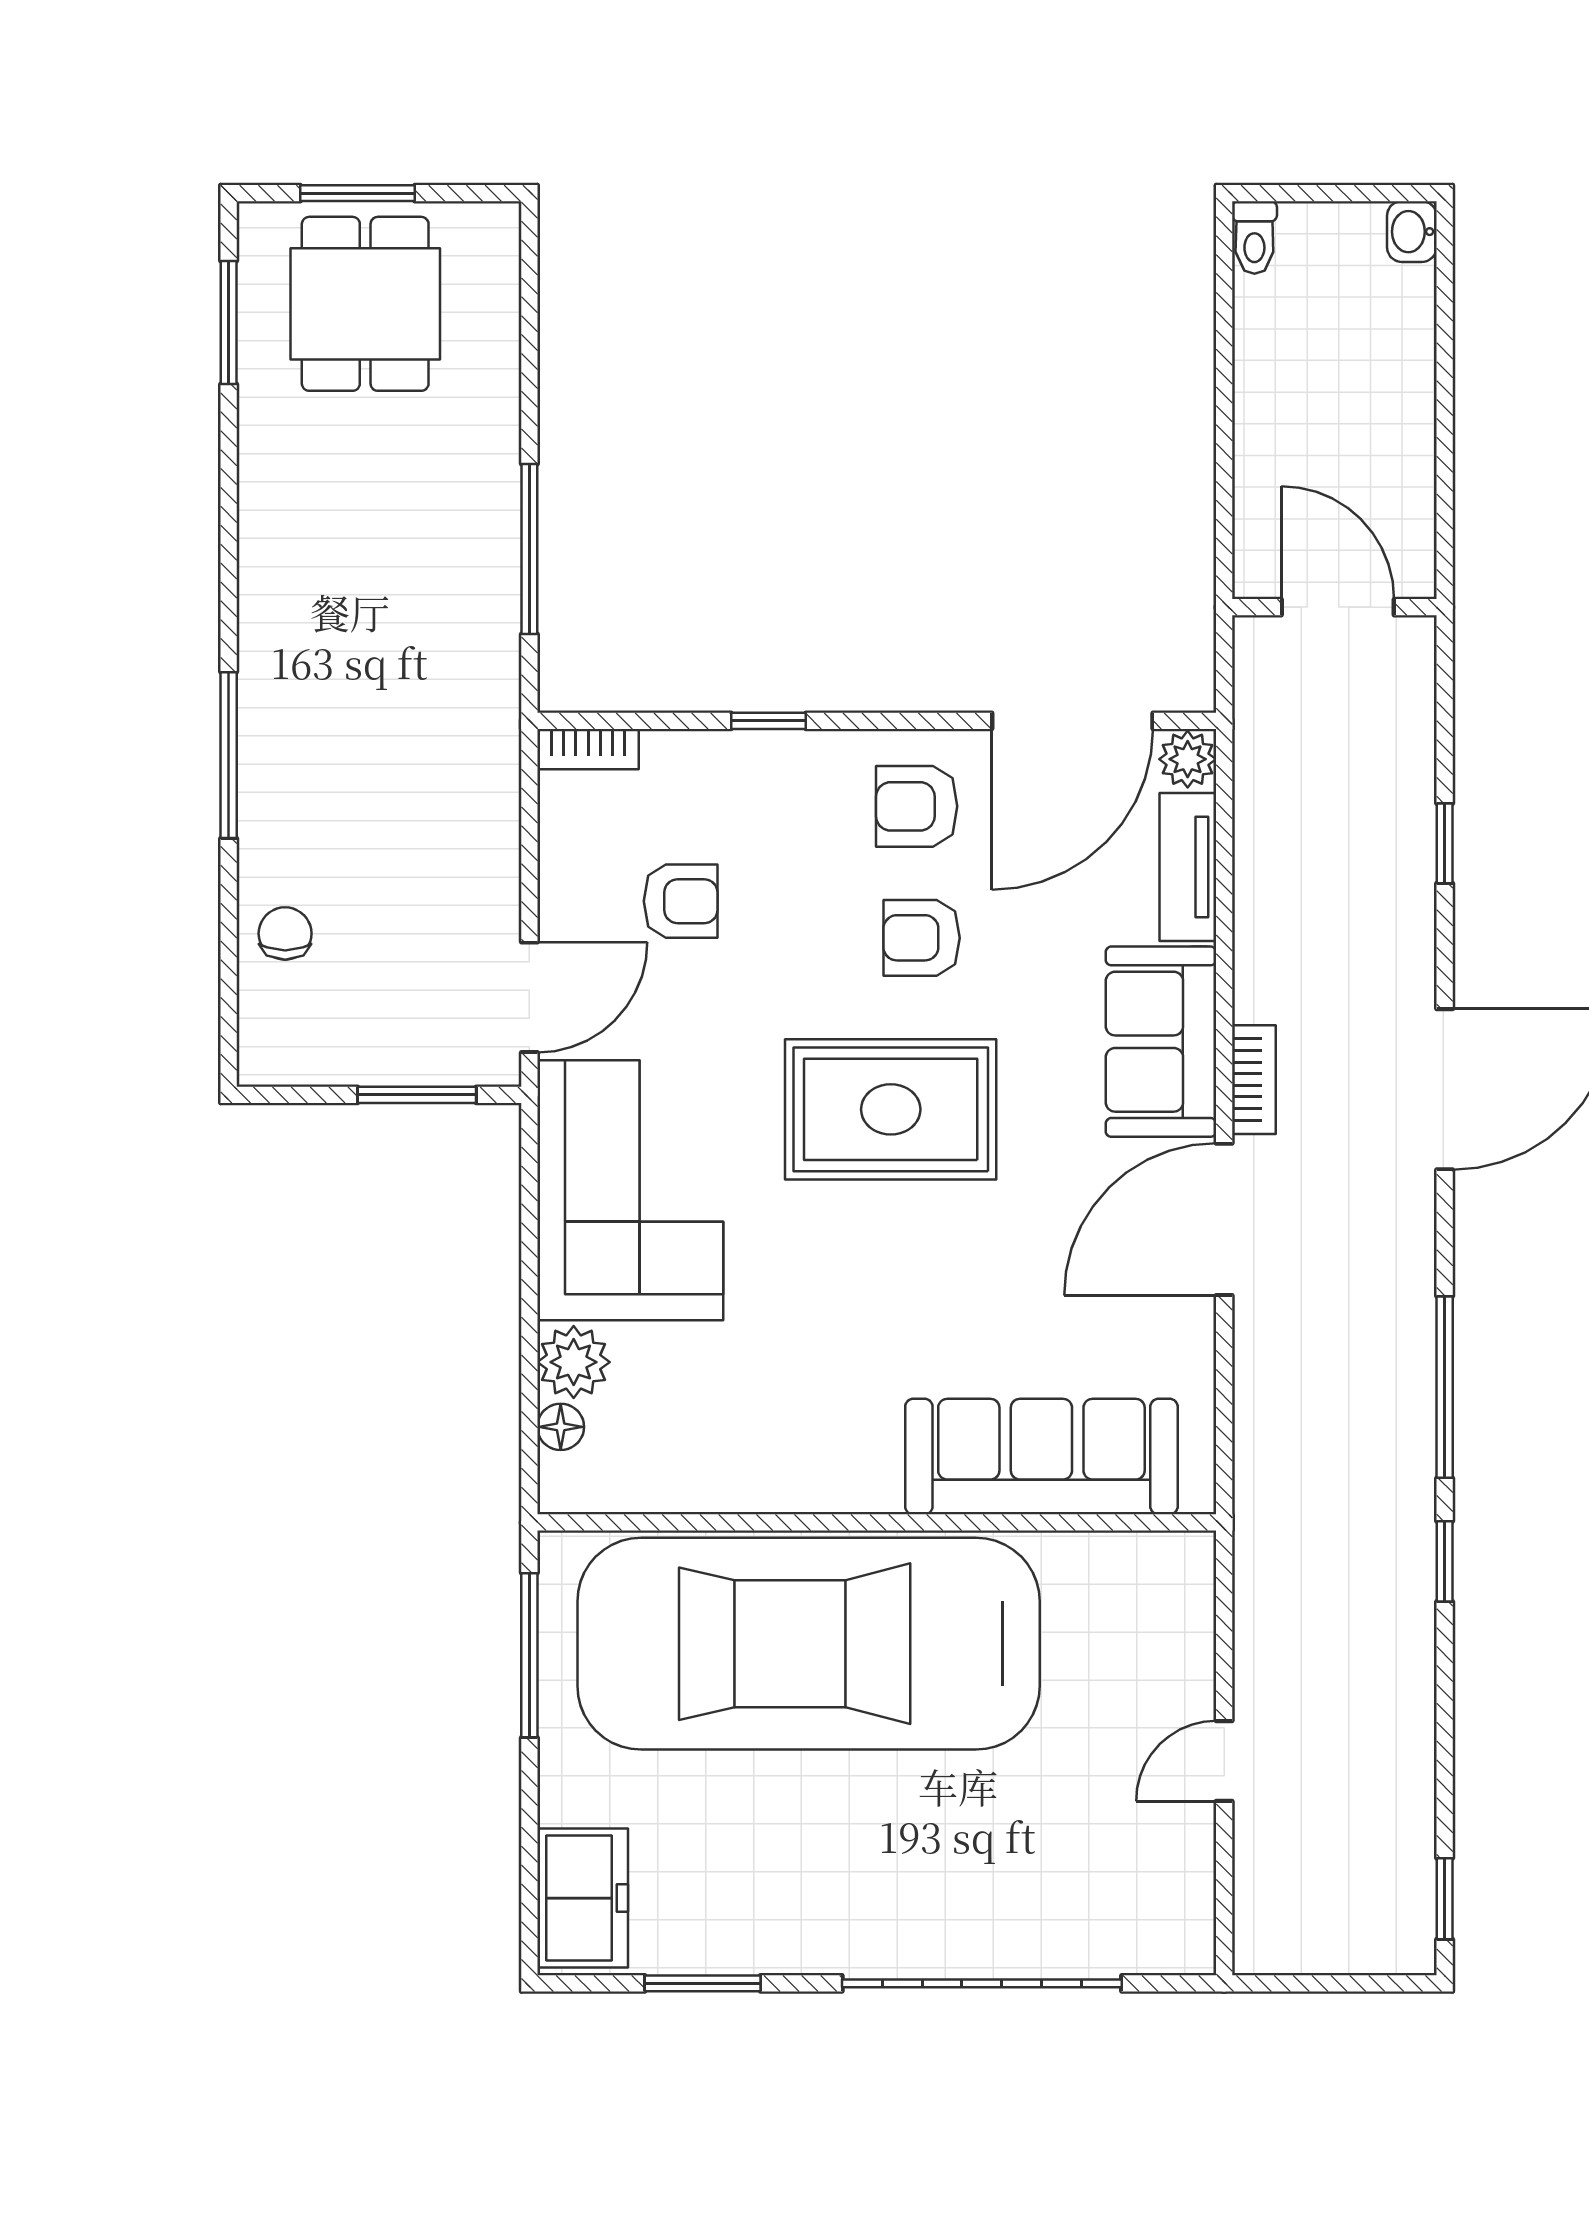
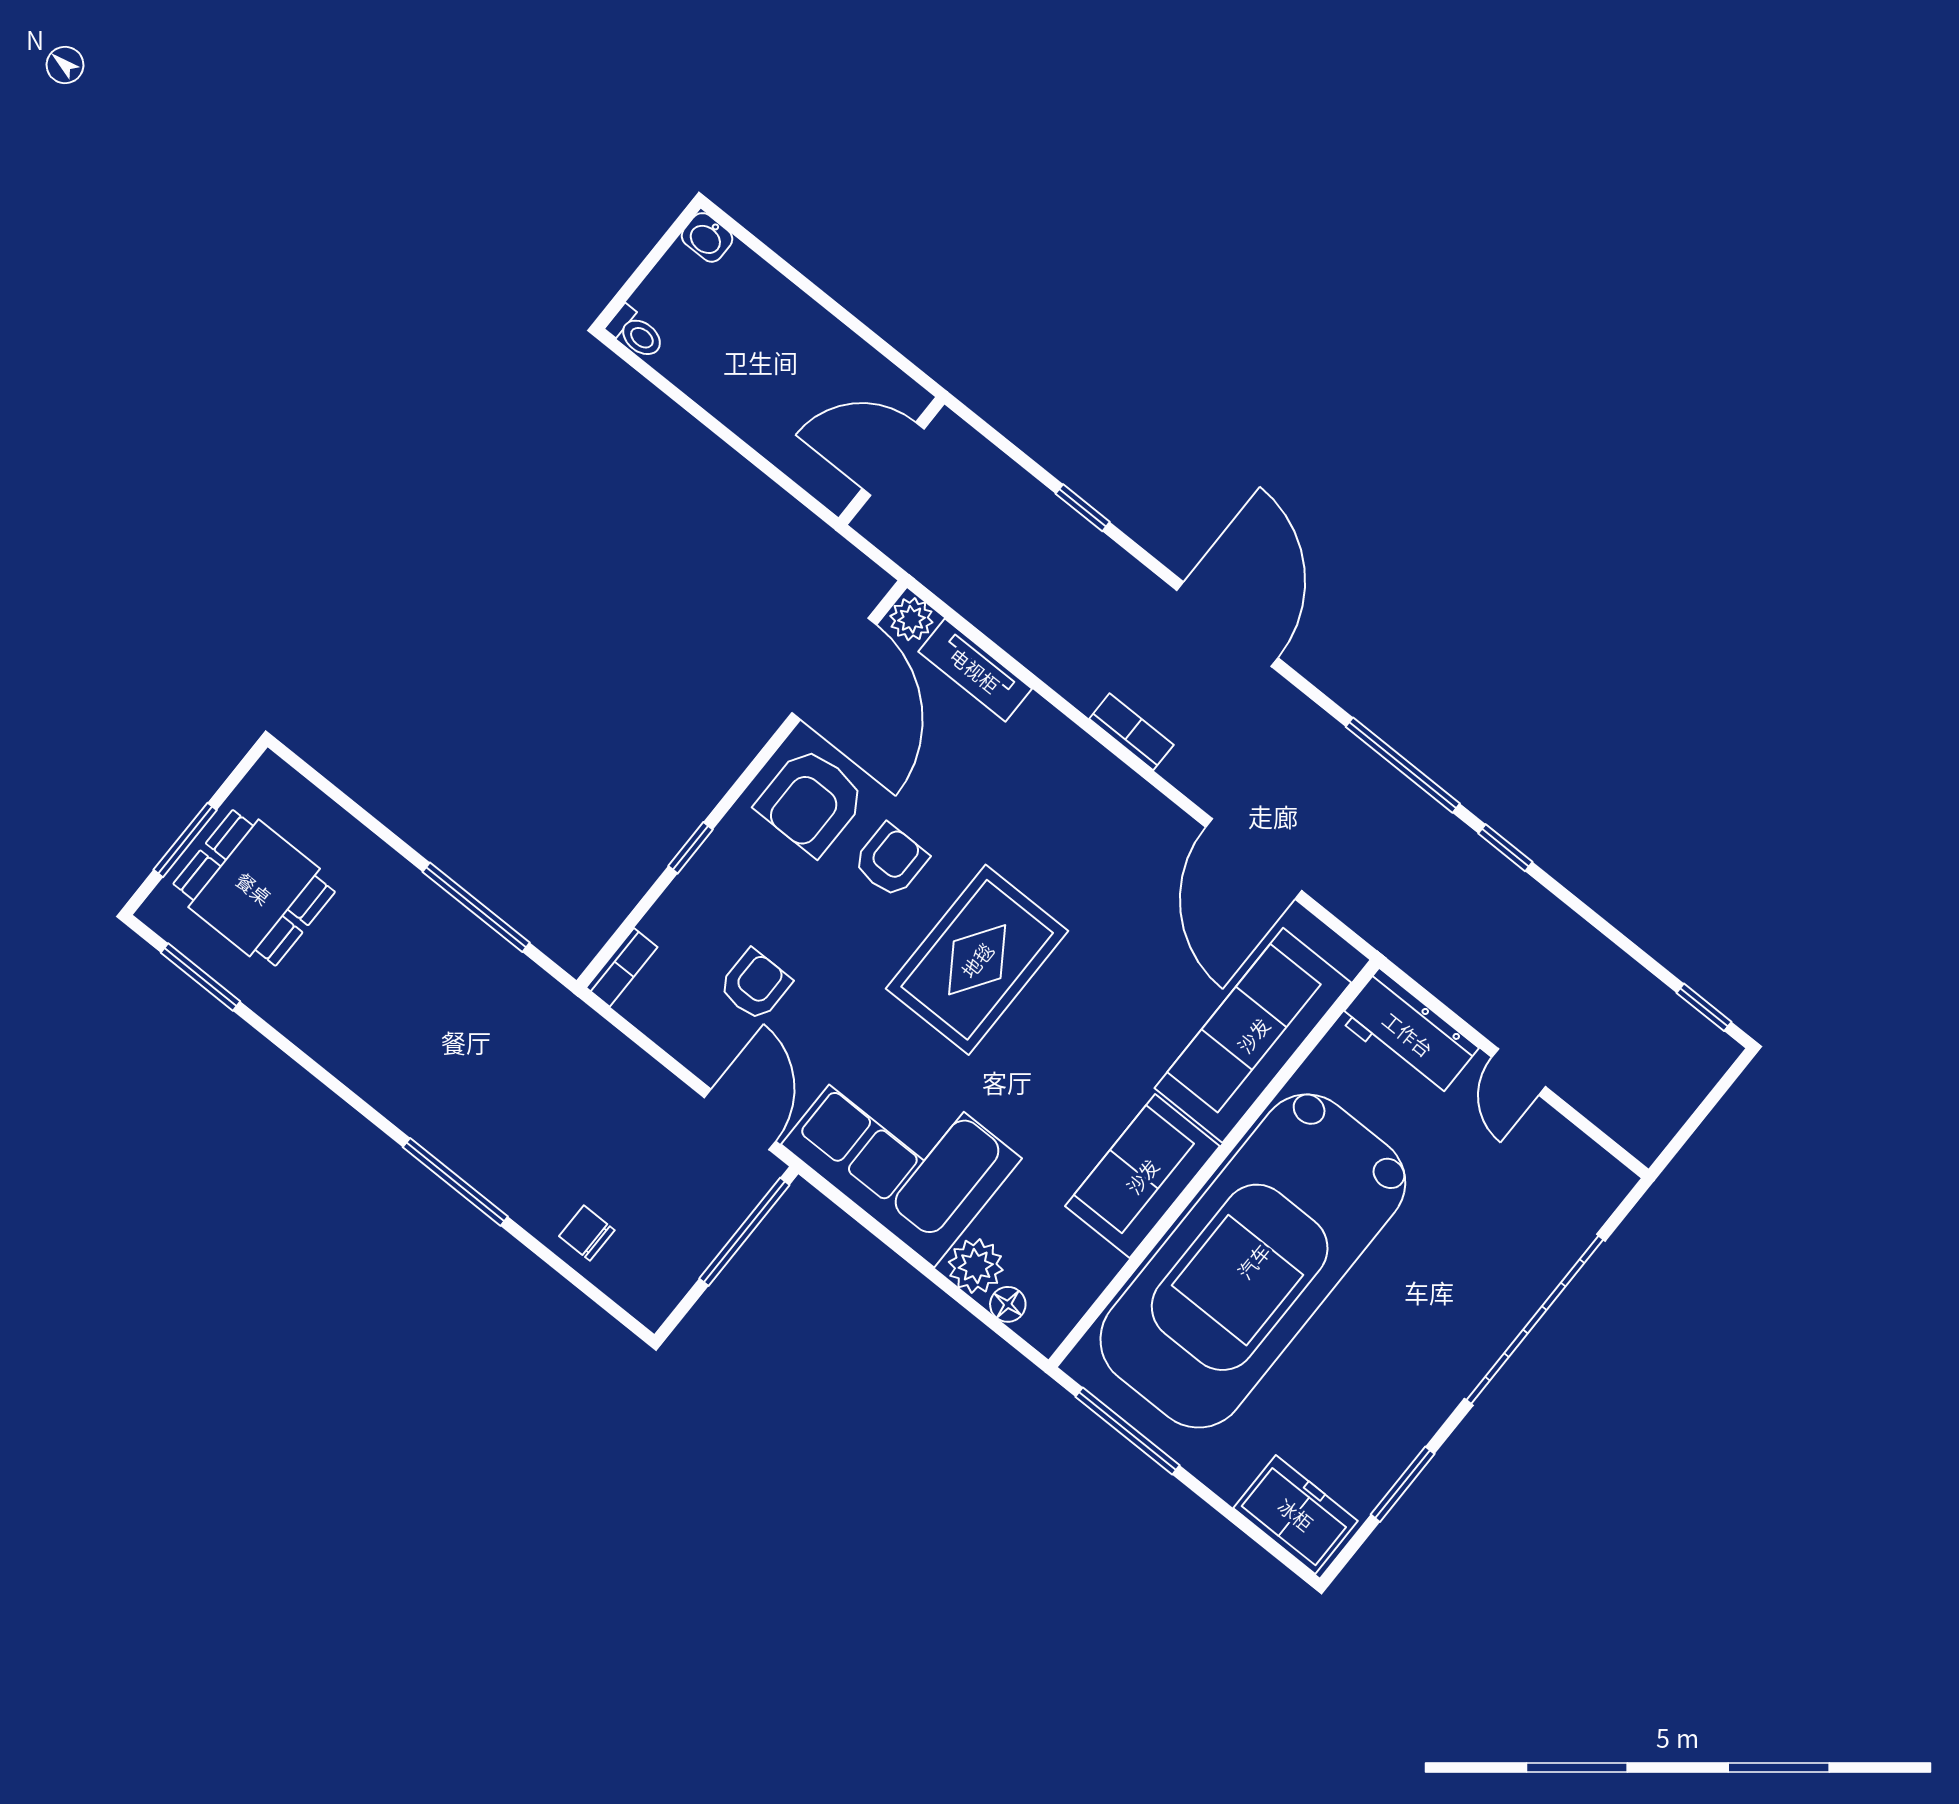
armchair: (917, 806) -> (811, 801), width x1.38, depth x1.38
armchair: (922, 938) -> (891, 860), turned 180
sofa: (1161, 1042) -> (1142, 1176), moved, turned 90
window: (417, 1095) -> (744, 1232), width x1.44
door: (1224, 1219) -> (1254, 859), moved
workbench: (1172, 1615) -> (1408, 1034), added

